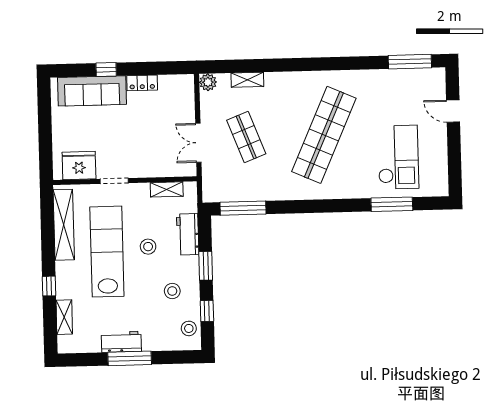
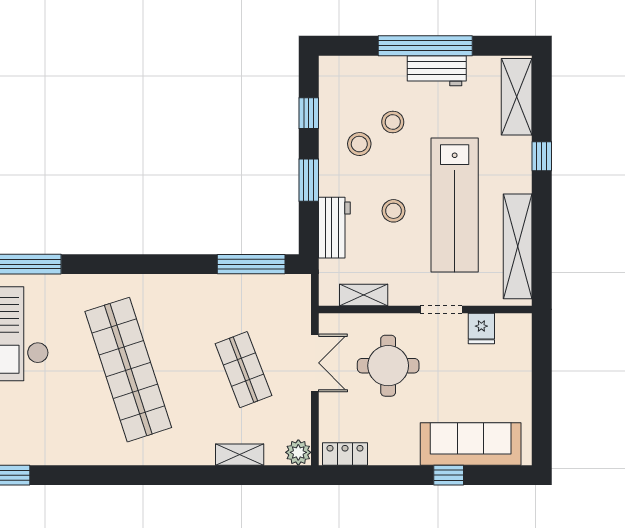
locker: (142, 83) -> (345, 454), moved
shop shelf: (324, 135) -> (128, 370), turned -42
round table: (149, 142) -> (388, 366), added
fridge: (79, 166) -> (481, 329), width x0.53, depth x0.75
shelving: (64, 317) -> (517, 97), width x1.50, depth x1.33
stool: (189, 328) -> (393, 122), moved
window: (130, 358) -> (425, 46), width x1.46

